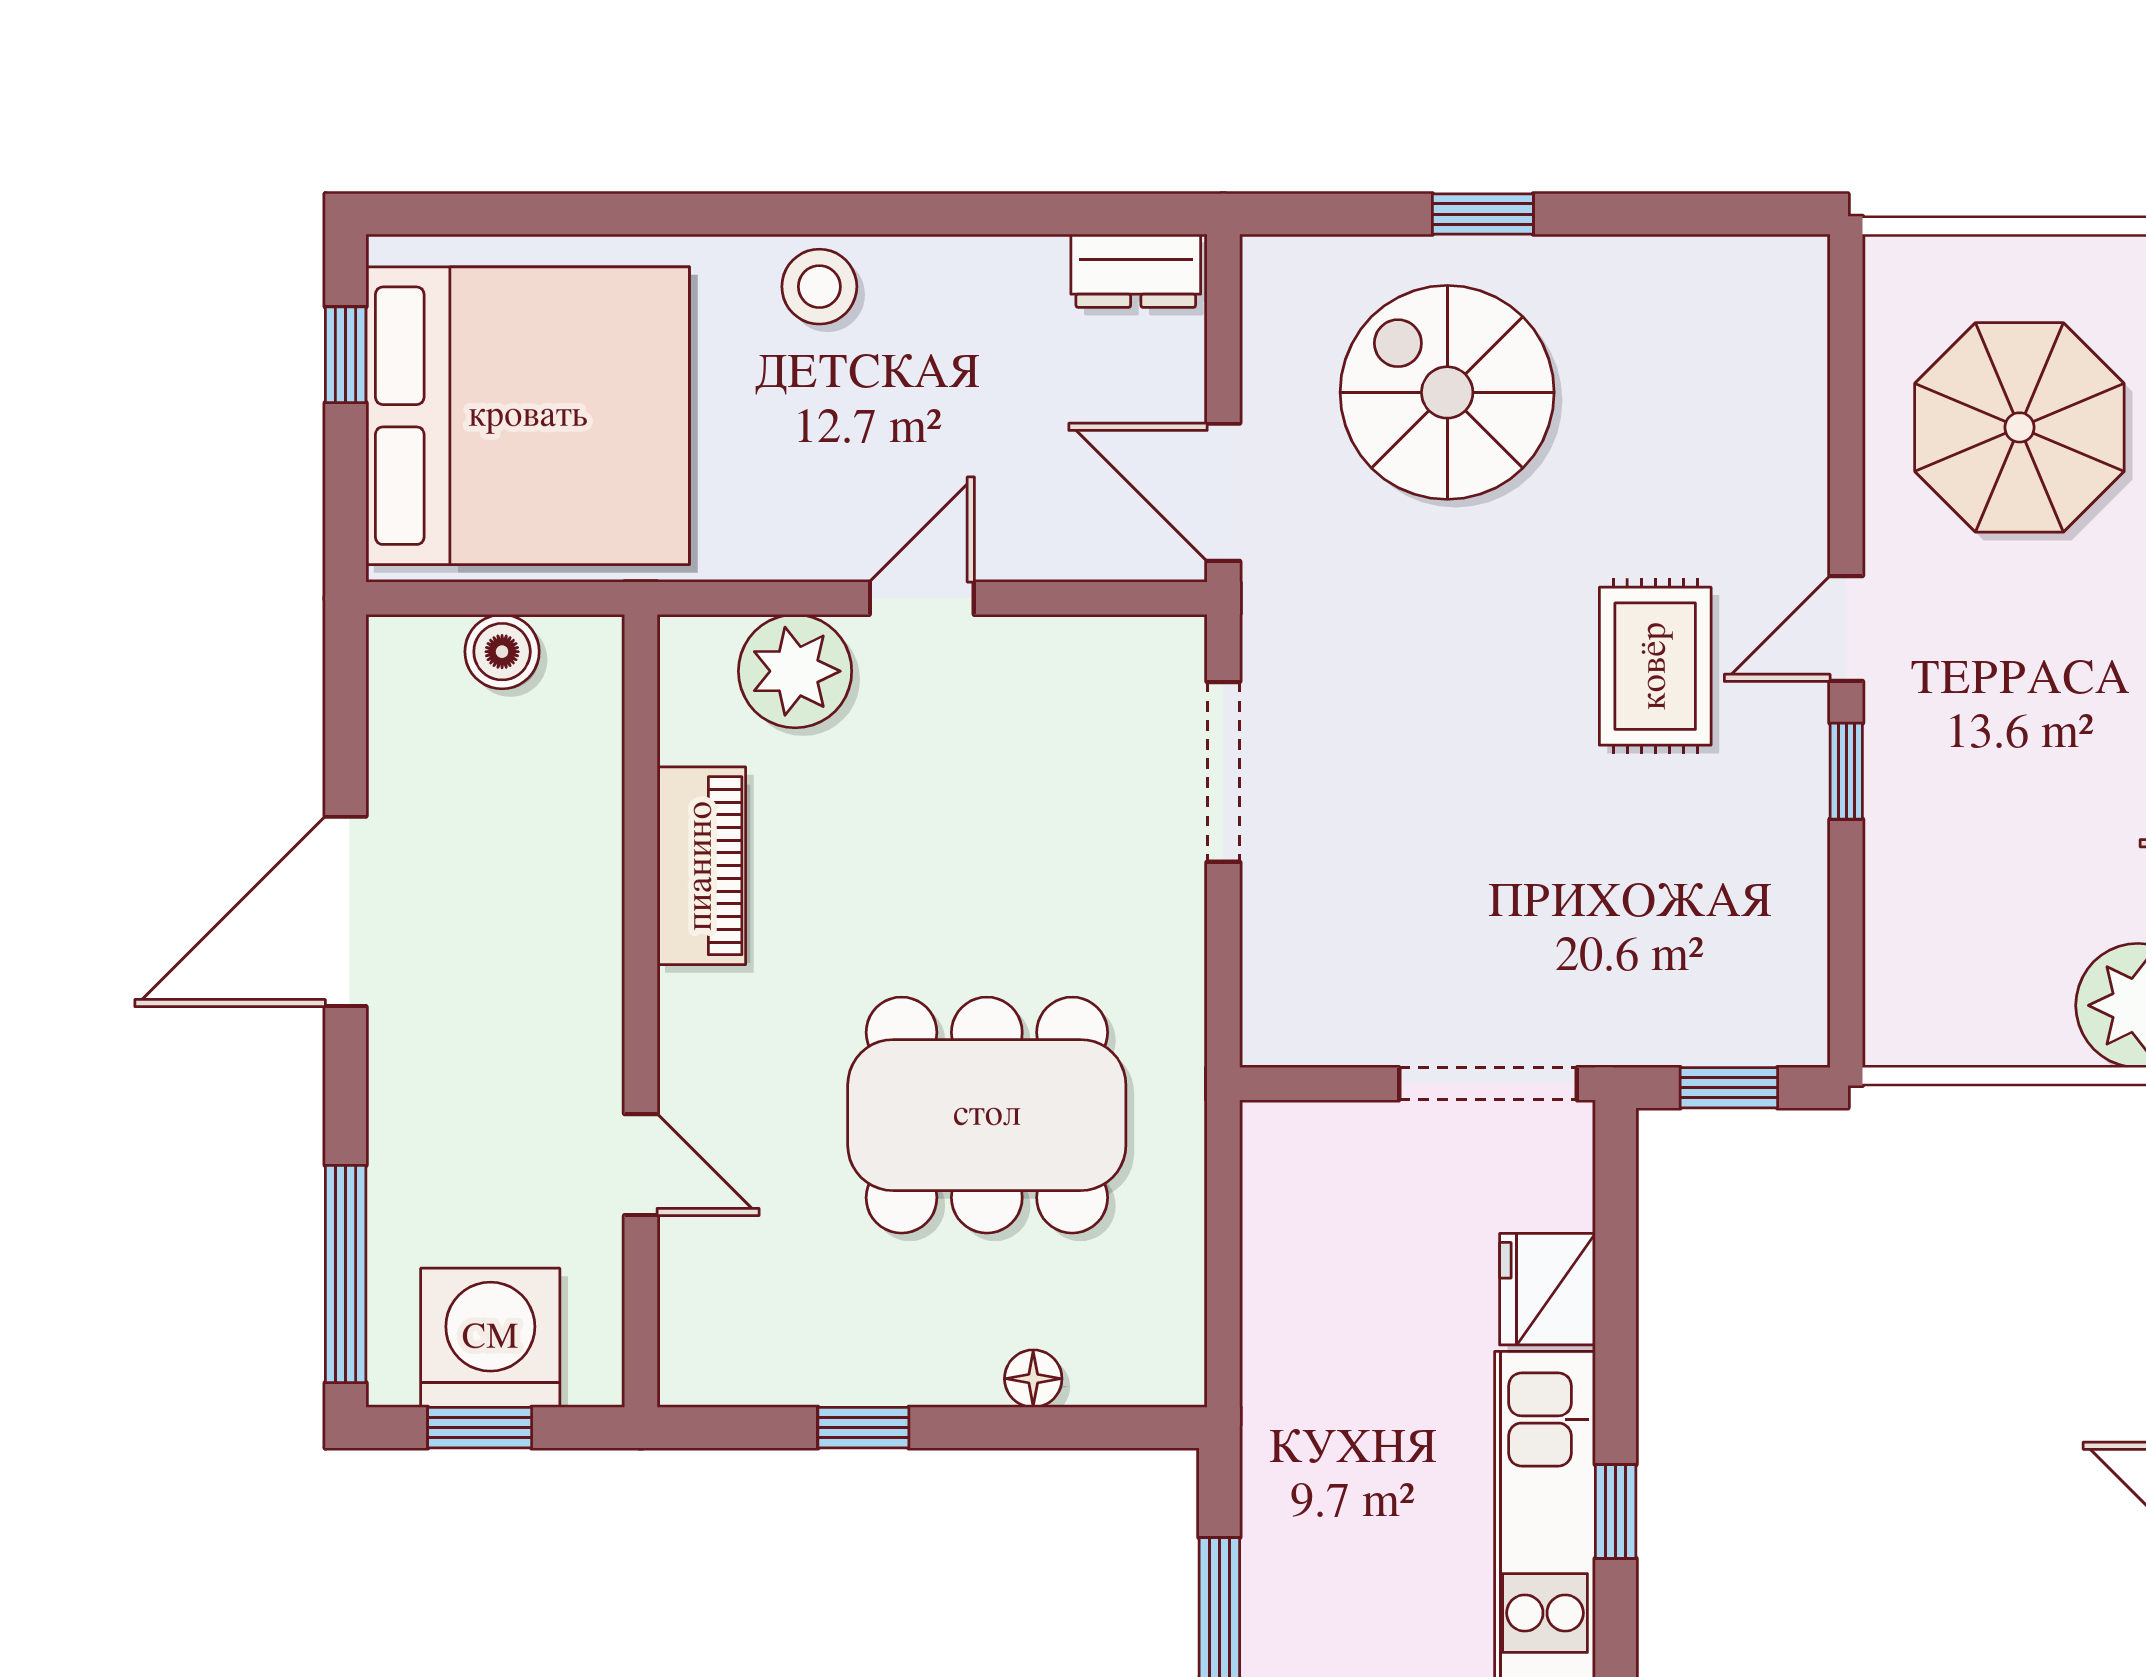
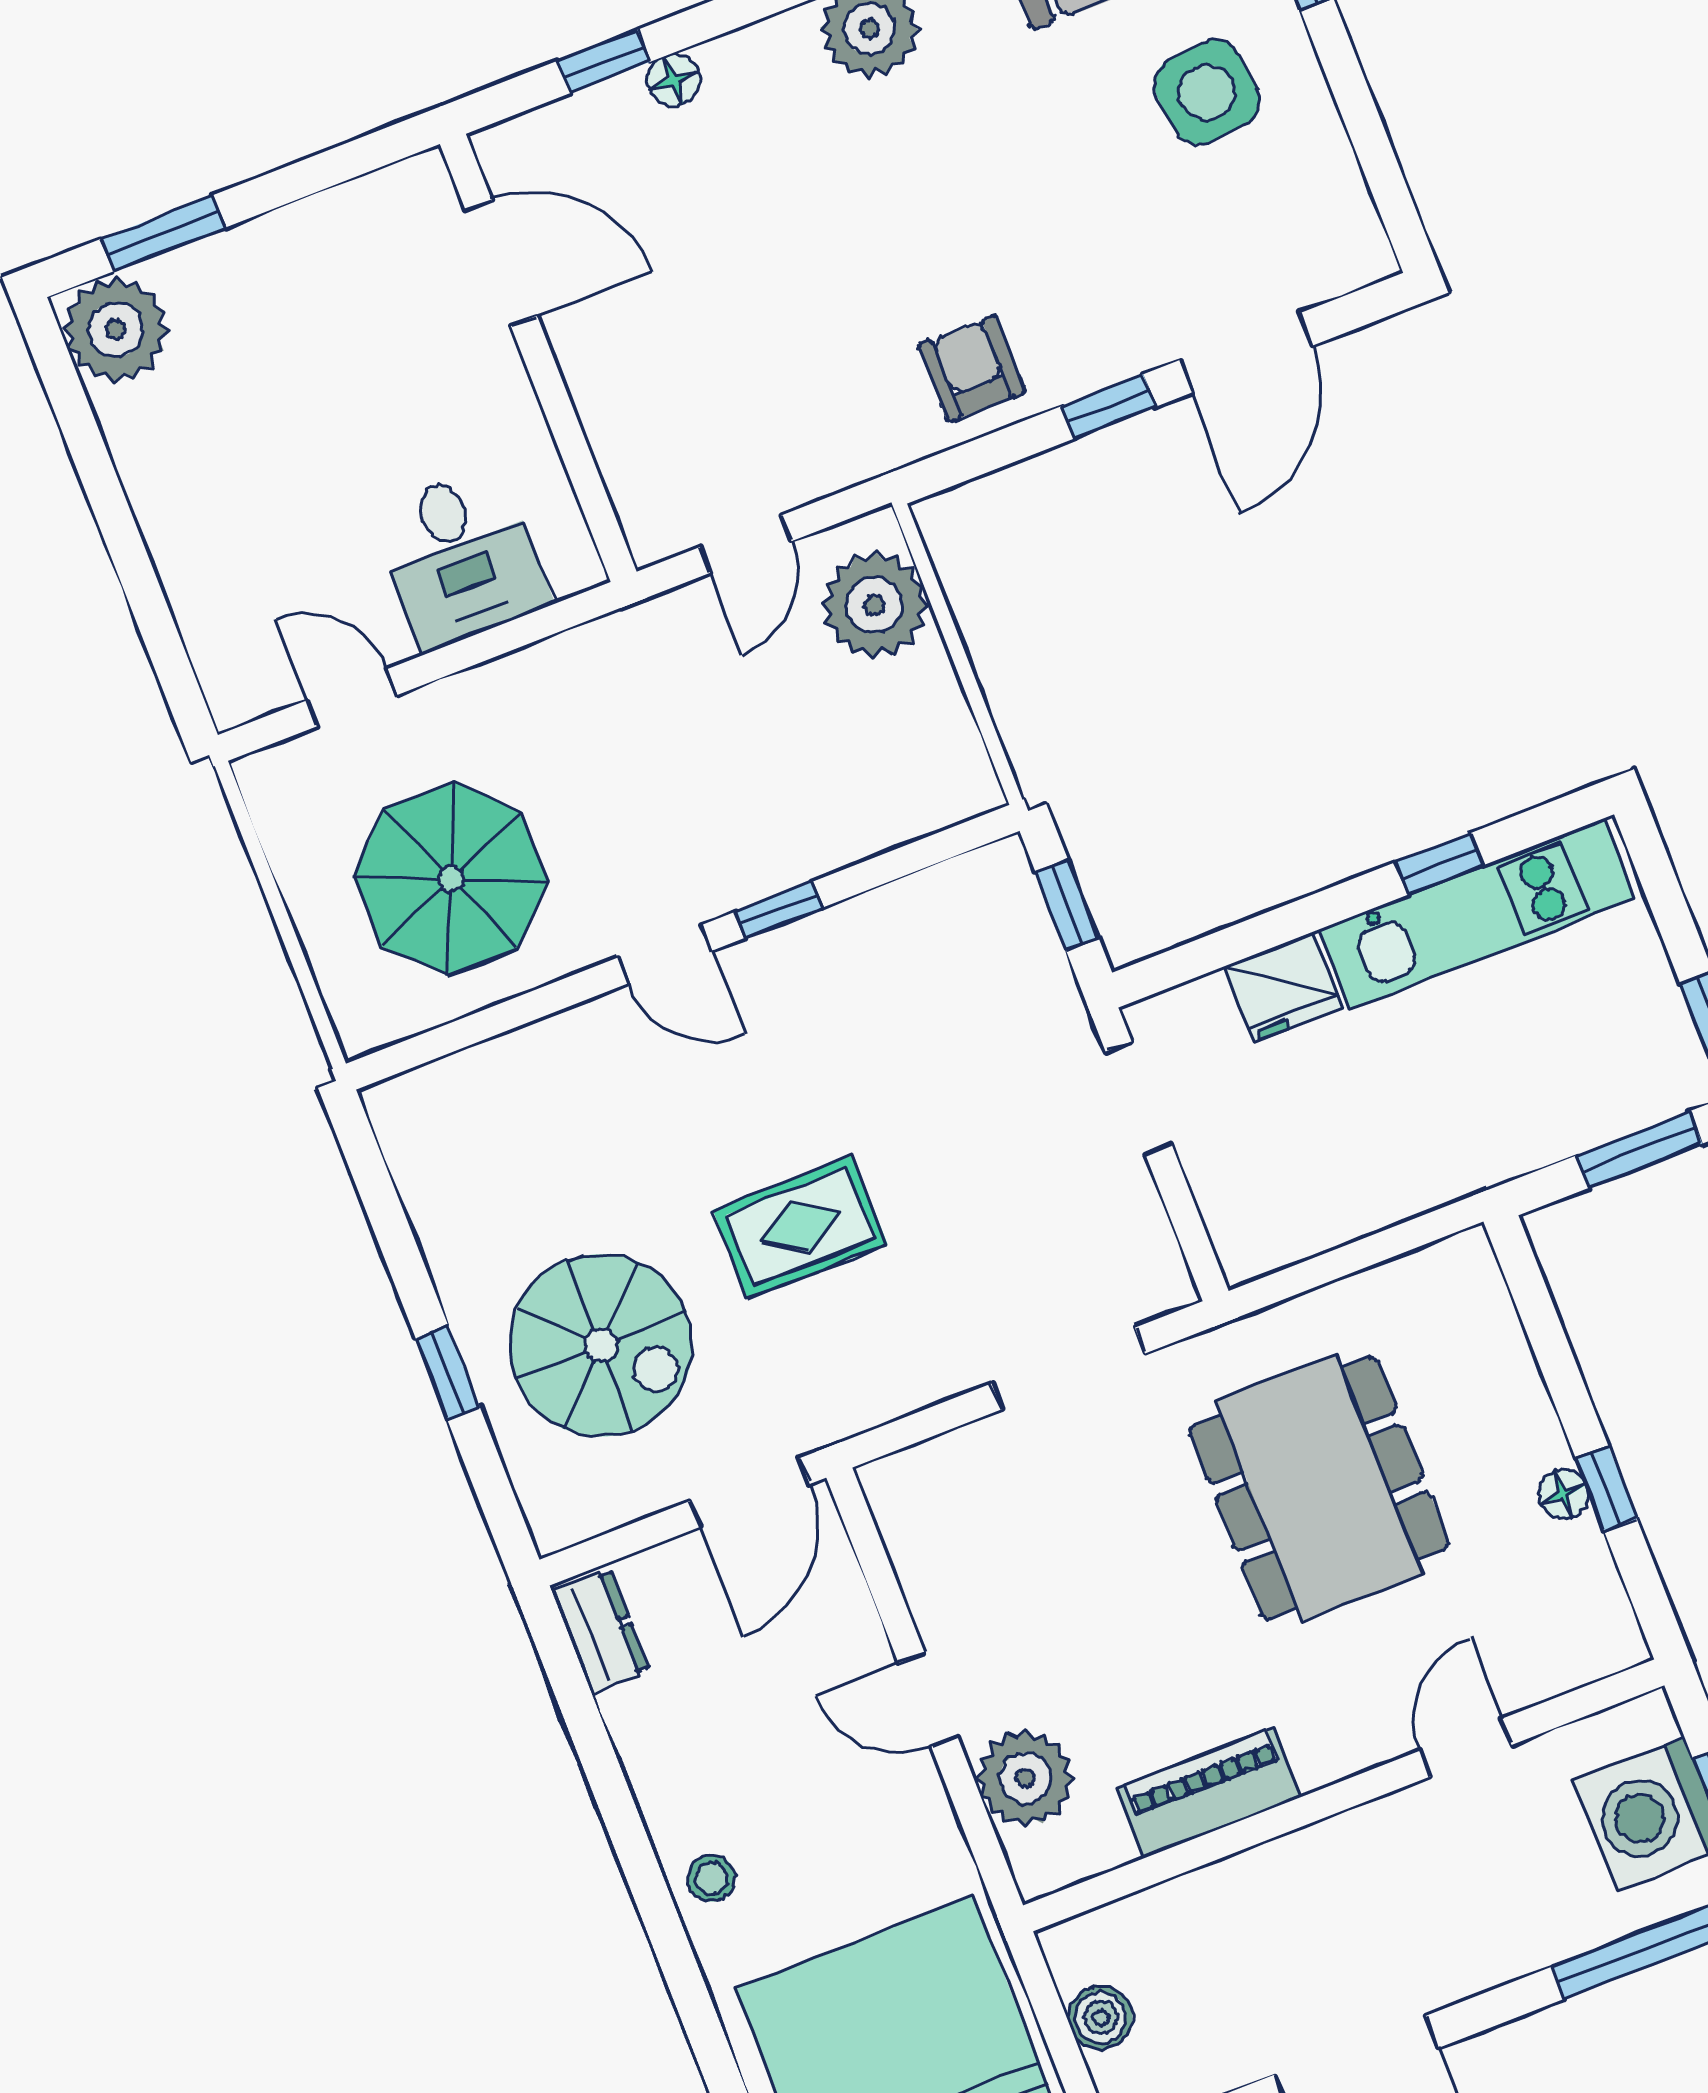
stool: (819, 287) -> (711, 1878), width x0.73, depth x0.73
spiral stairs: (1447, 392) -> (601, 1345), turned -90
rug: (1655, 666) -> (800, 1227), moved
doorway: (1223, 772) -> (1068, 1368), moved
doorway: (1488, 1084) -> (1139, 1098), width x0.73
floor lamp: (1033, 1379) -> (1563, 1494), moved

